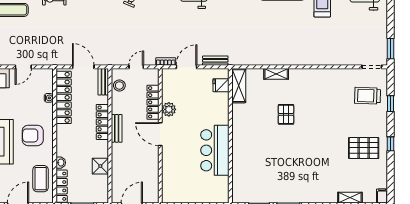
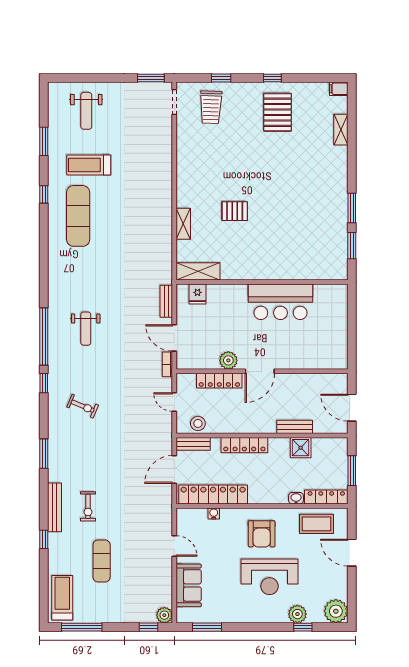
bench: (117, 128) -> (295, 427), moved

